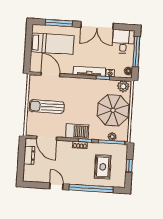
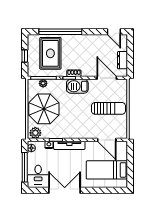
window: (59, 23) -> (102, 190), removed
rug: (103, 167) -> (50, 53), width x1.36, depth x1.43
door: (56, 186) -> (114, 32), moved

